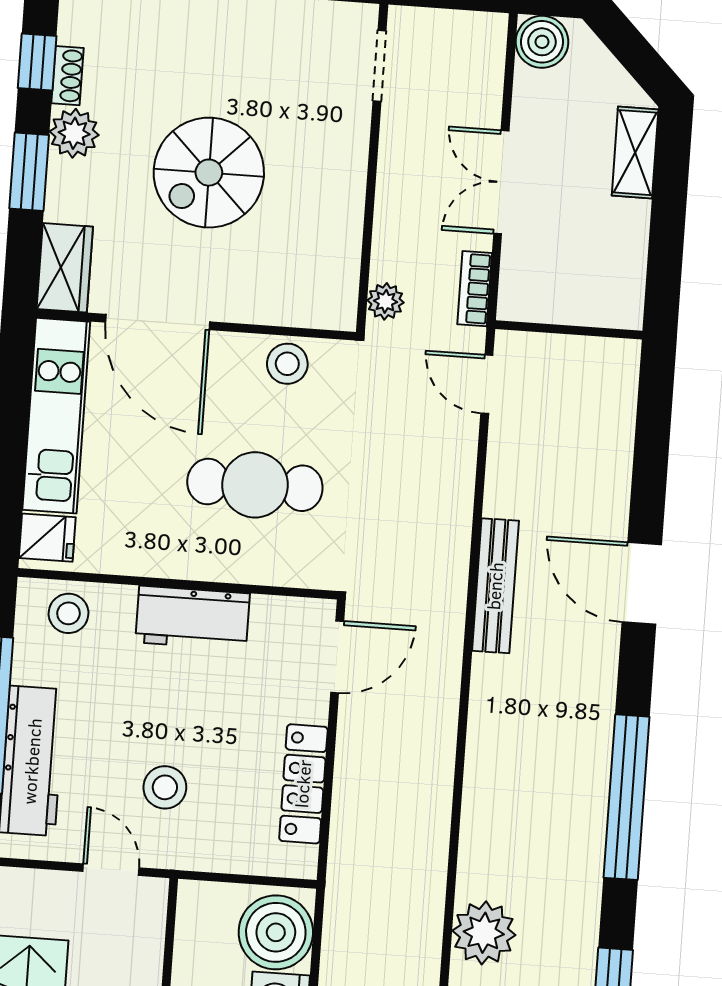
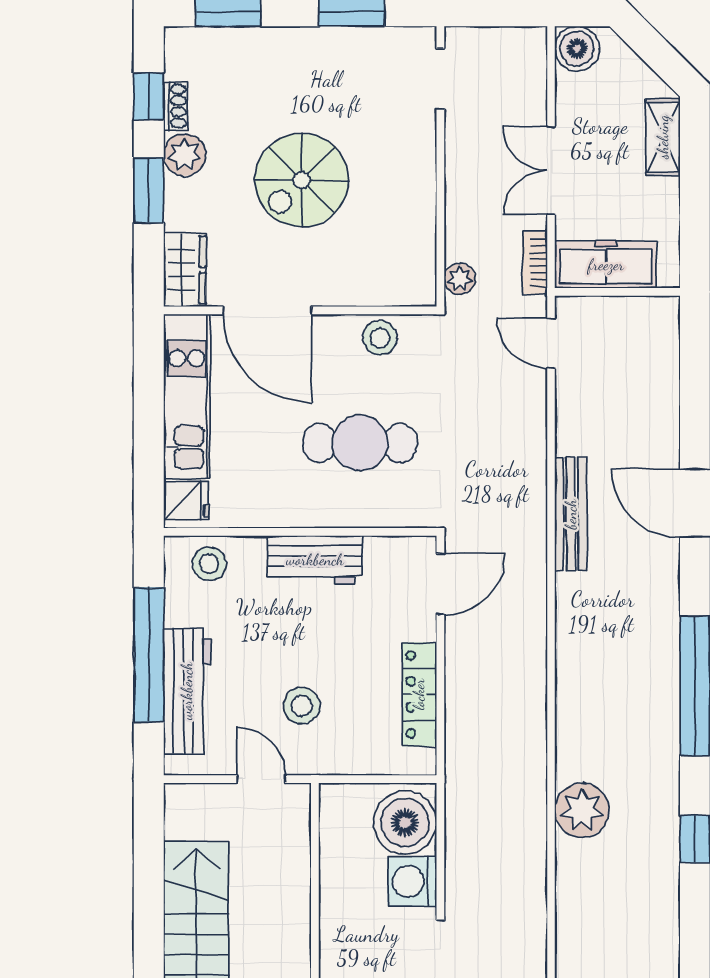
freezer: (557, 297) -> (606, 265), added

